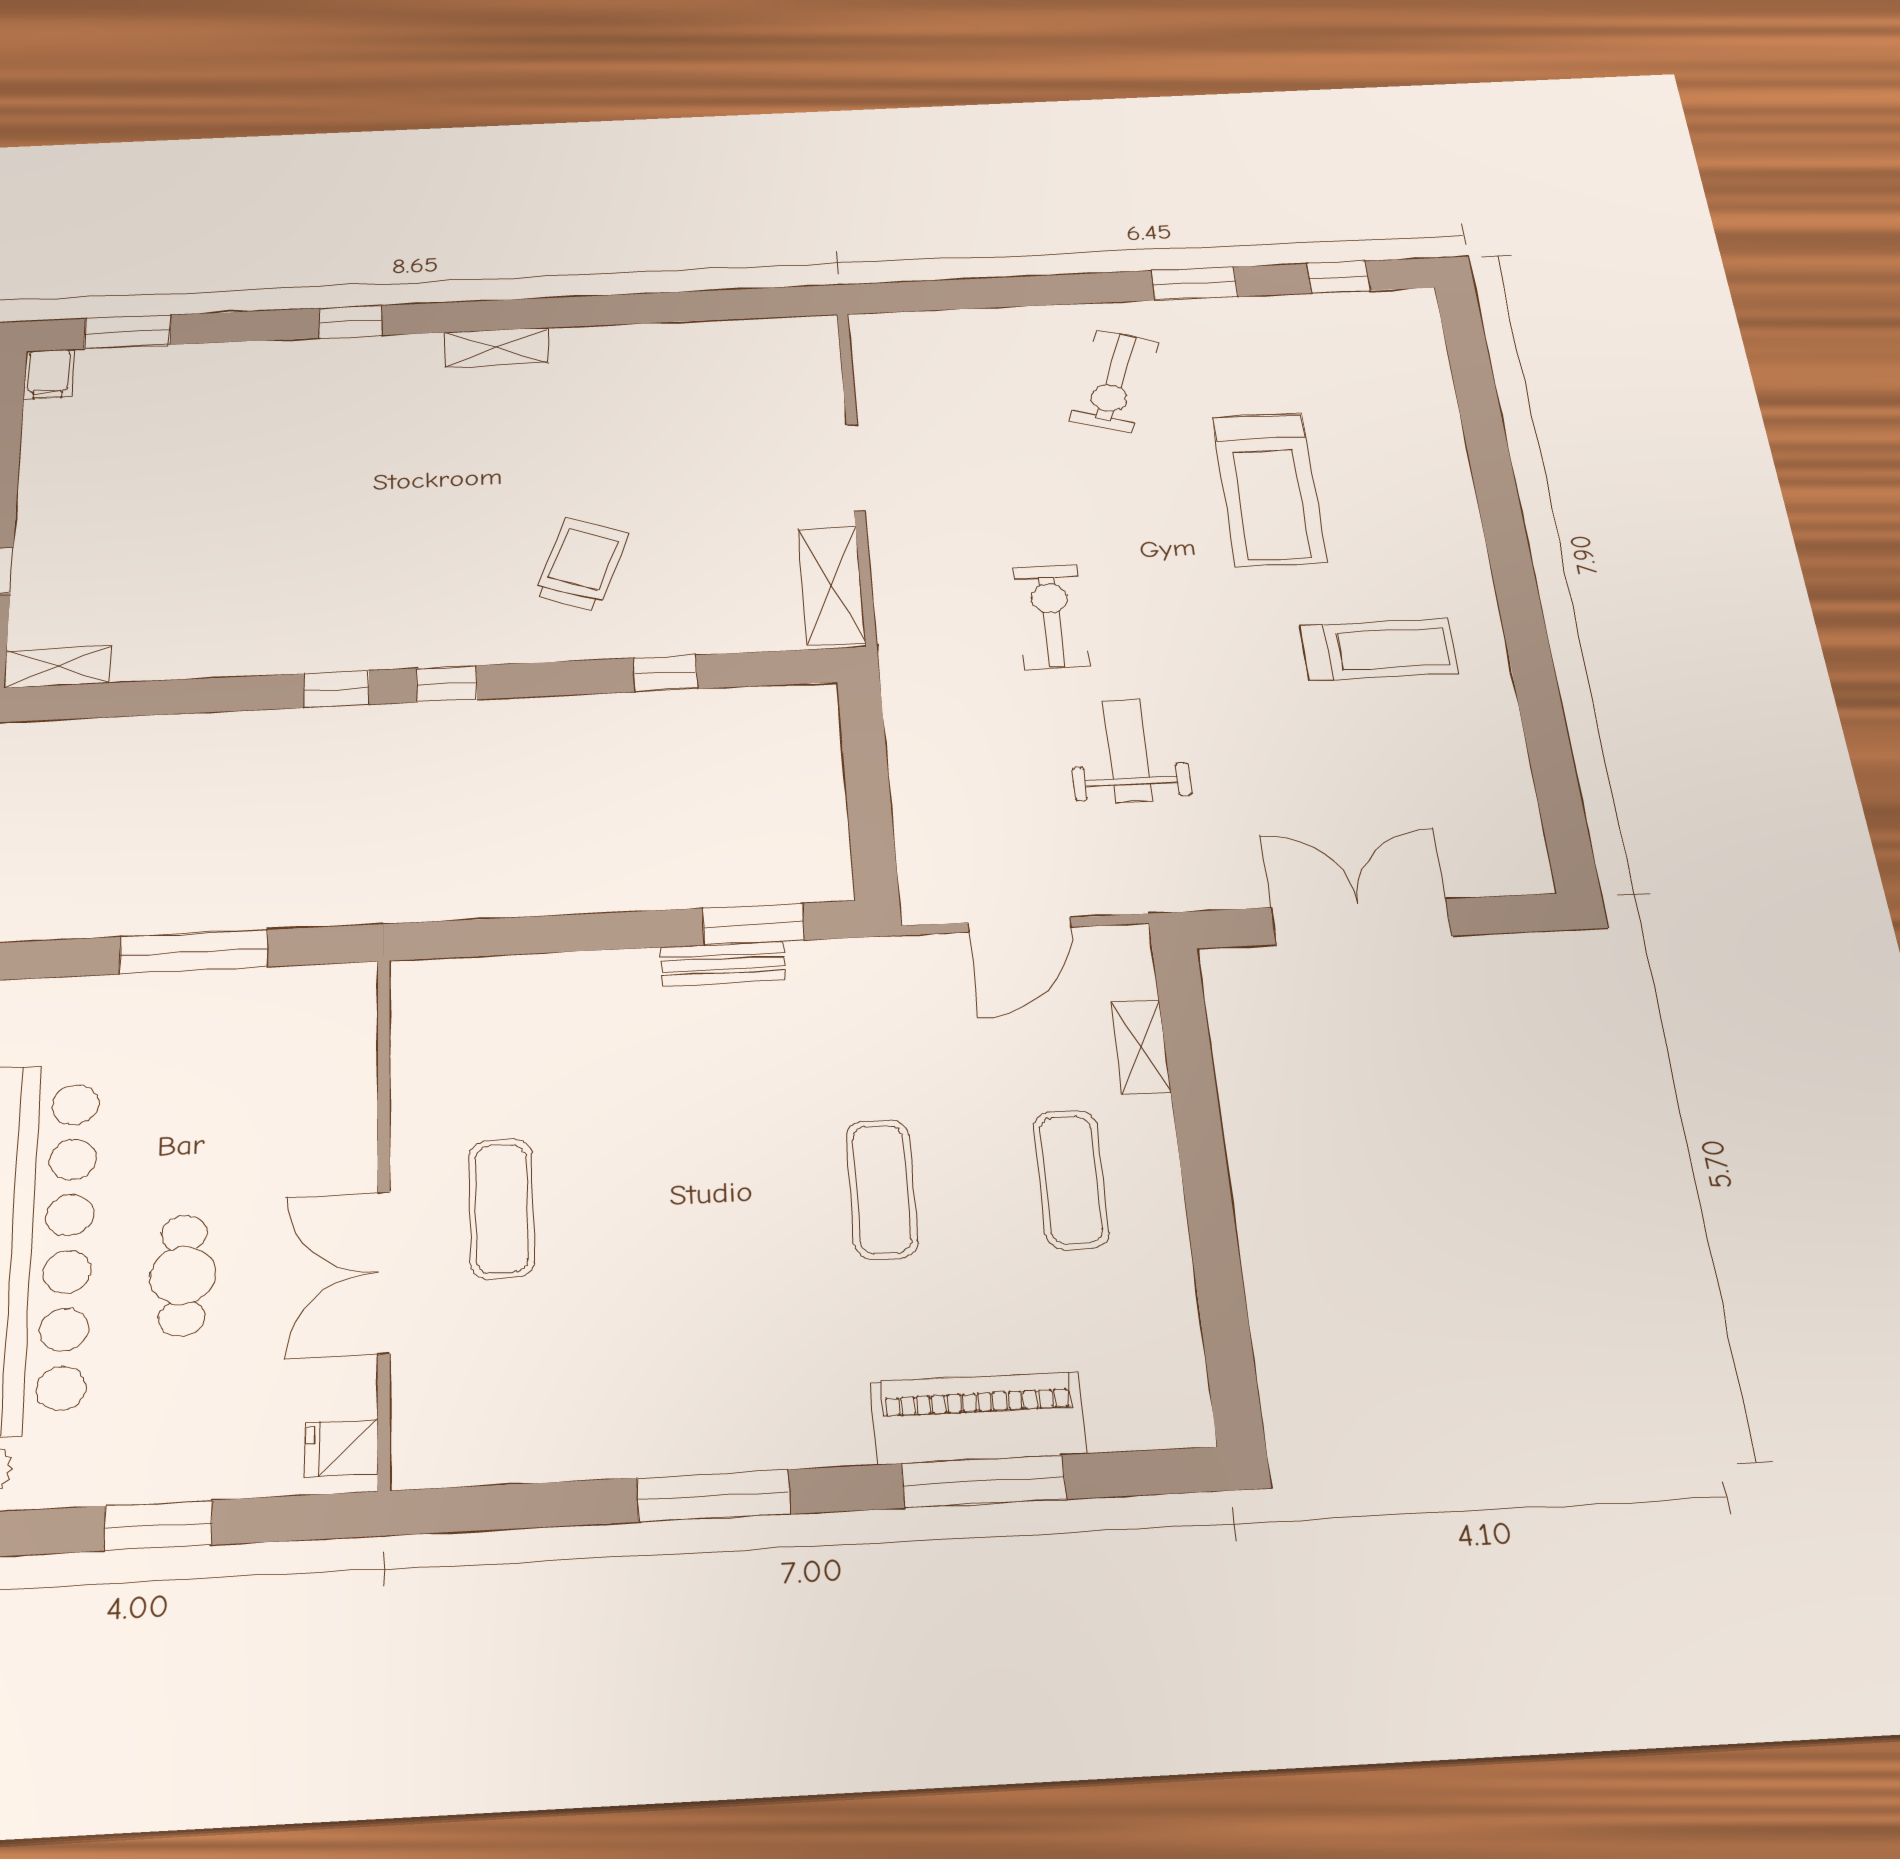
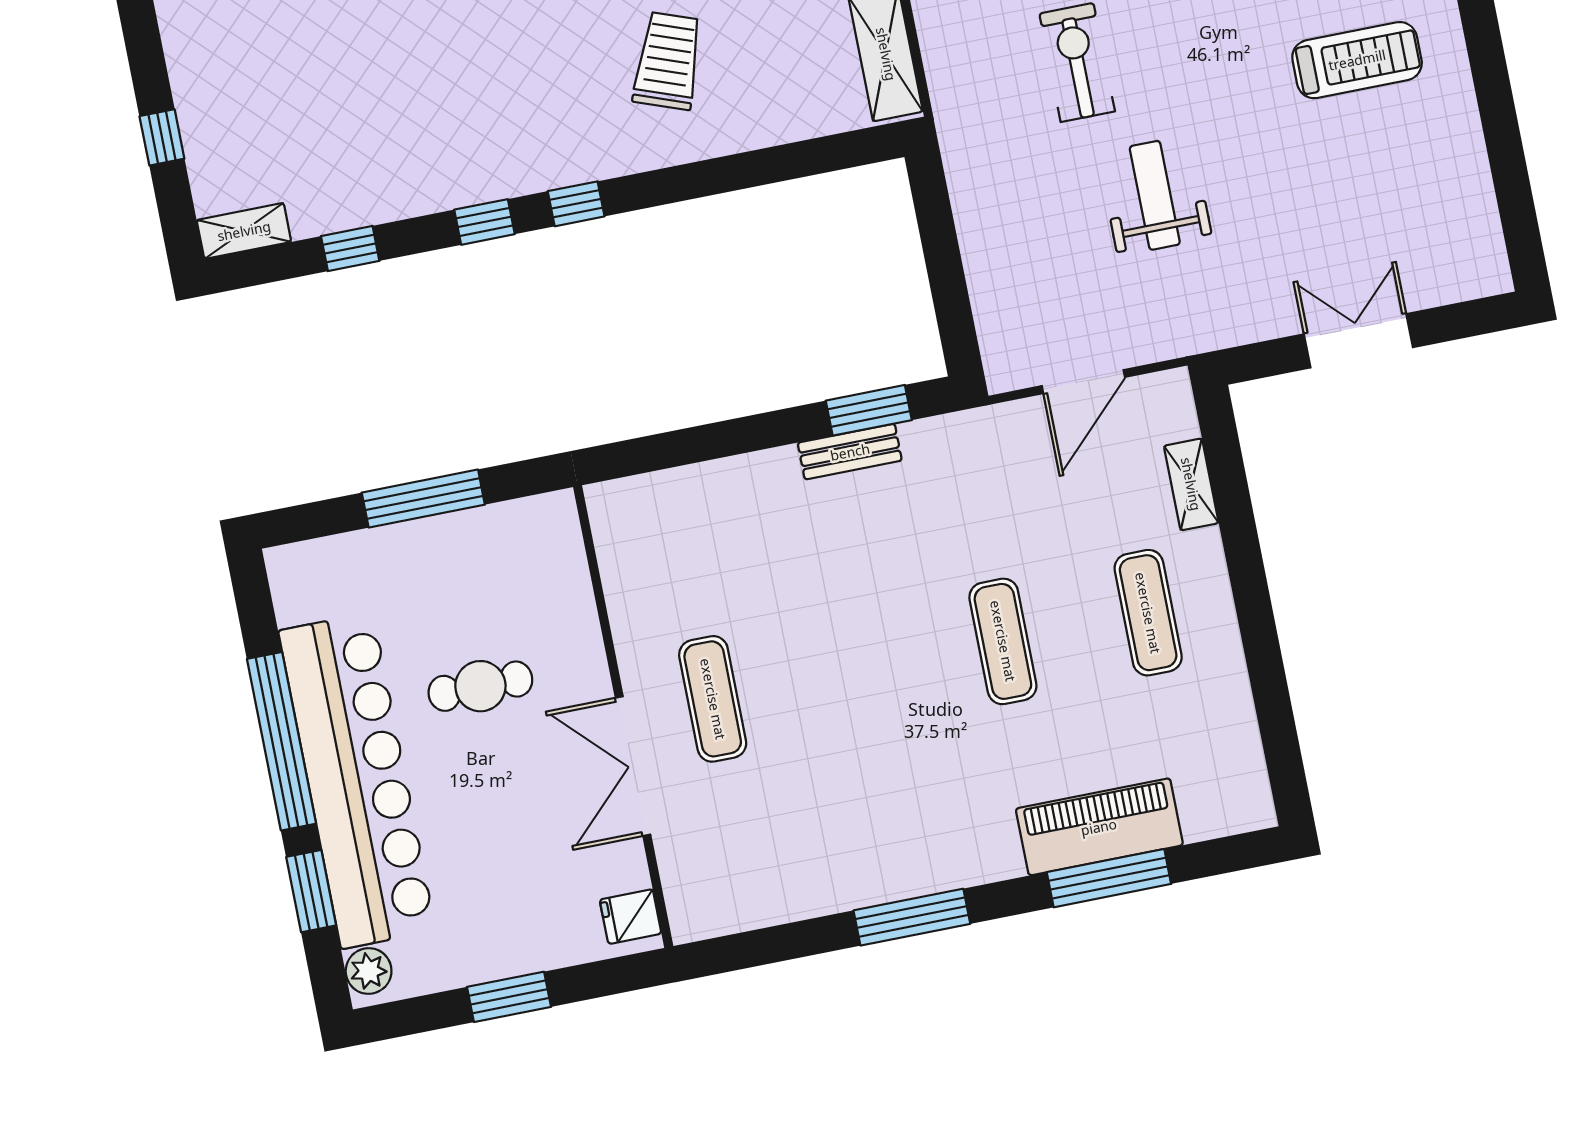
window: (666, 673) -> (350, 249), moved
double door: (1361, 922) -> (1358, 341), width x0.73
cafe table: (183, 1276) -> (480, 686), moved, turned 90

